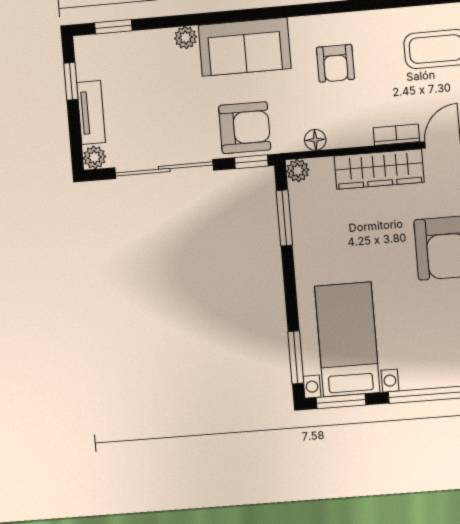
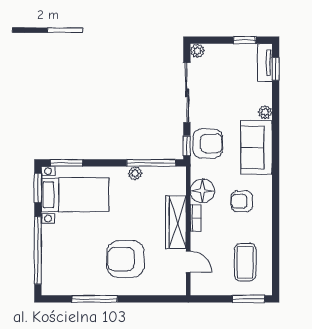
tv unit: (91, 112) -> (265, 63), moved, turned 90
armchair: (245, 128) -> (208, 143), turned -90
bookcase: (396, 135) -> (196, 218), moved
floor lamp: (315, 140) -> (202, 191), width x1.89, depth x1.89
plant: (298, 170) -> (135, 173), moved
window: (284, 218) -> (151, 163), width x1.44

